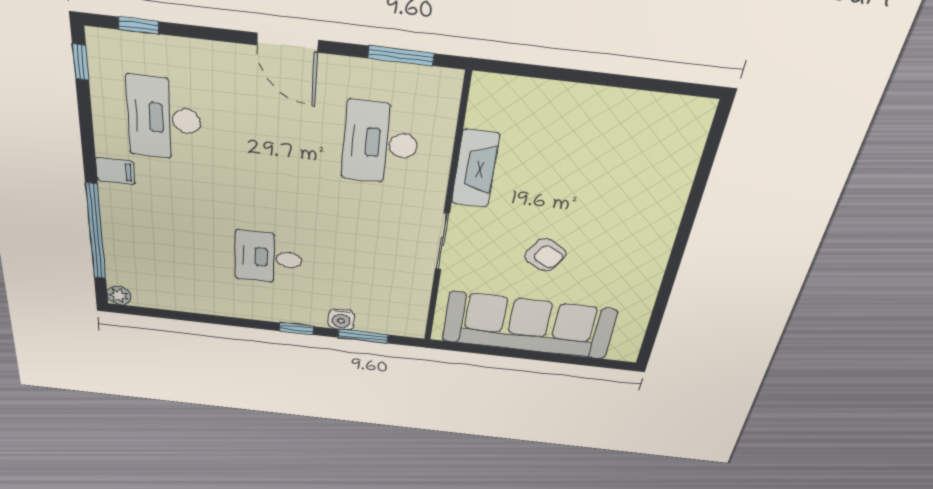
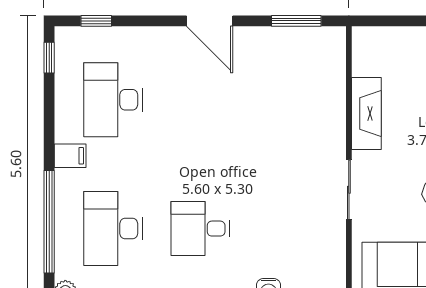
desk: (381, 143) -> (113, 229), moved

